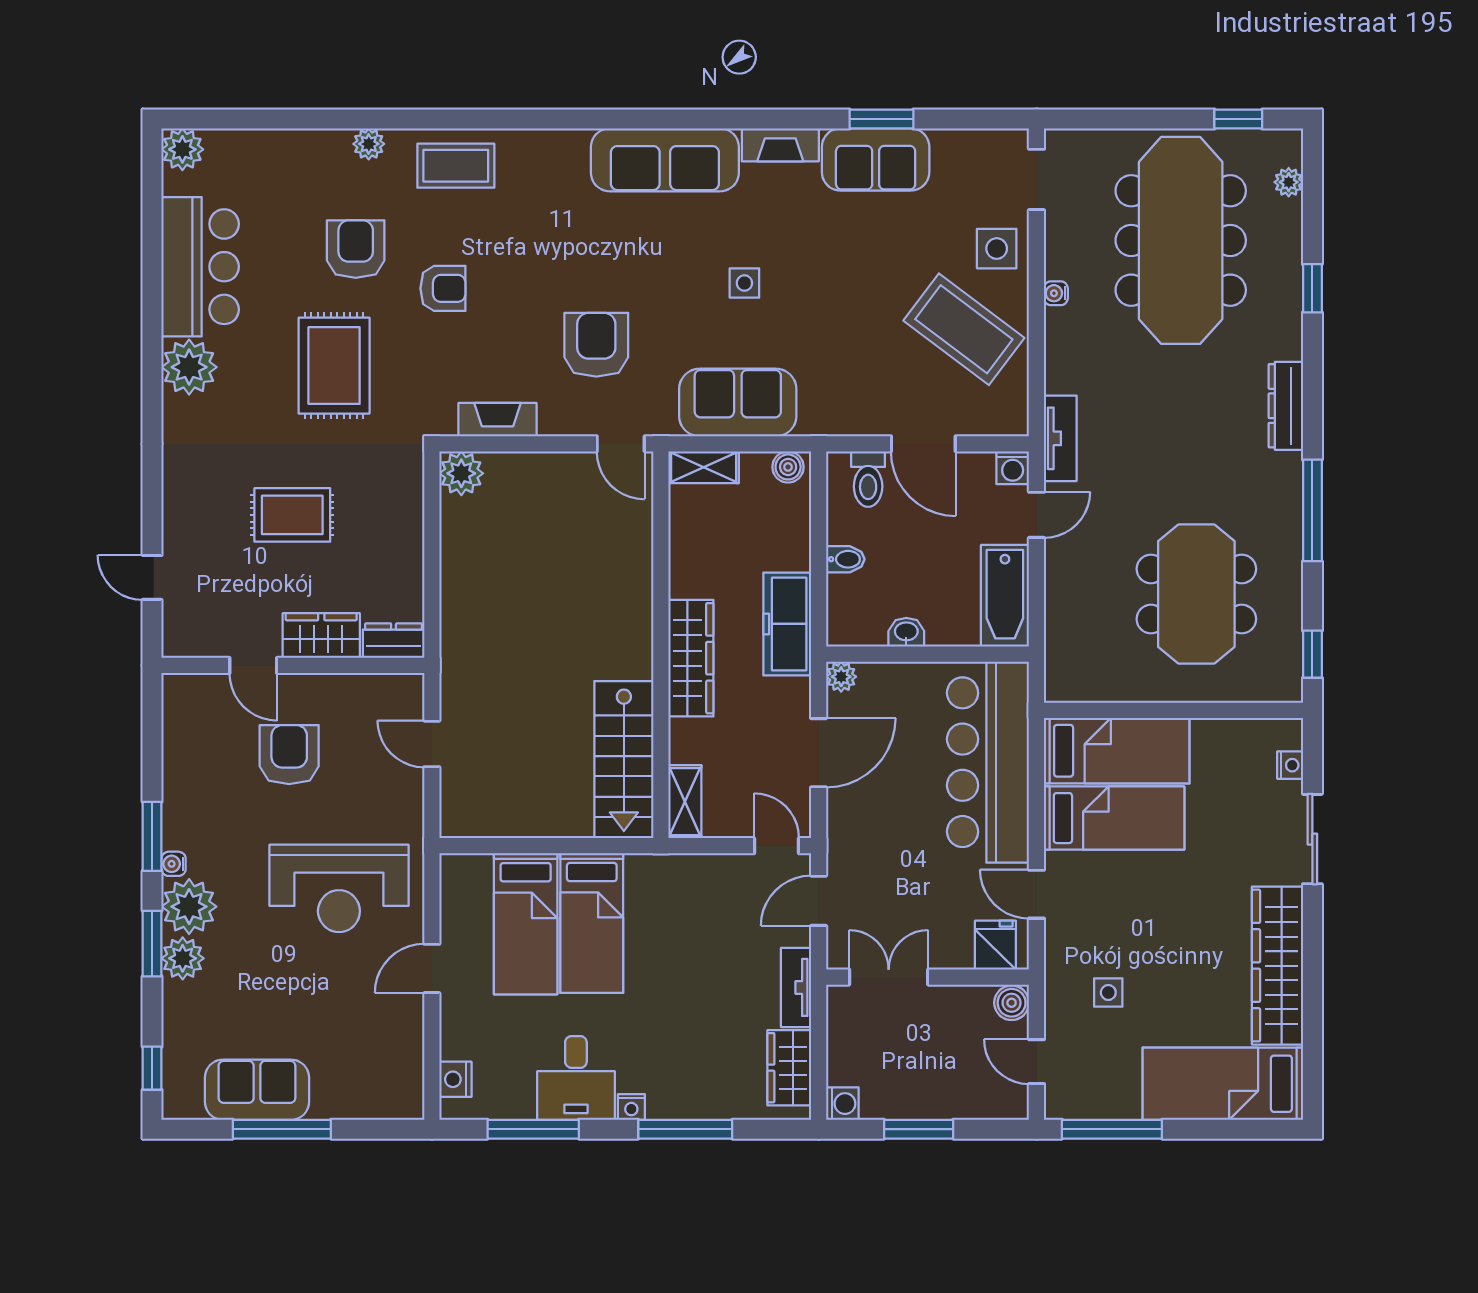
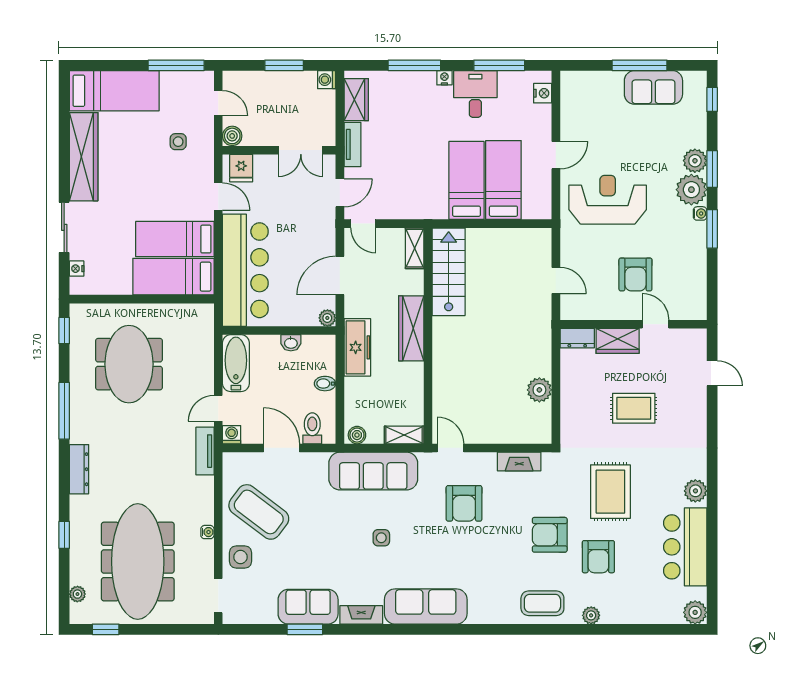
armchair: (443, 288) -> (550, 535), width x1.38, depth x1.38
plant: (189, 367) -> (695, 491), width x0.73, depth x0.73
sofa: (738, 403) -> (373, 471), width x1.36
plant: (461, 473) -> (539, 390), moved

